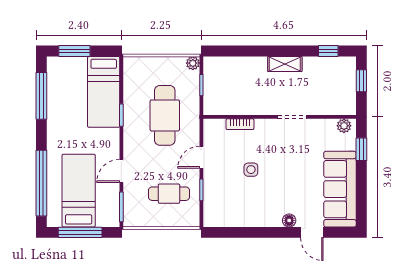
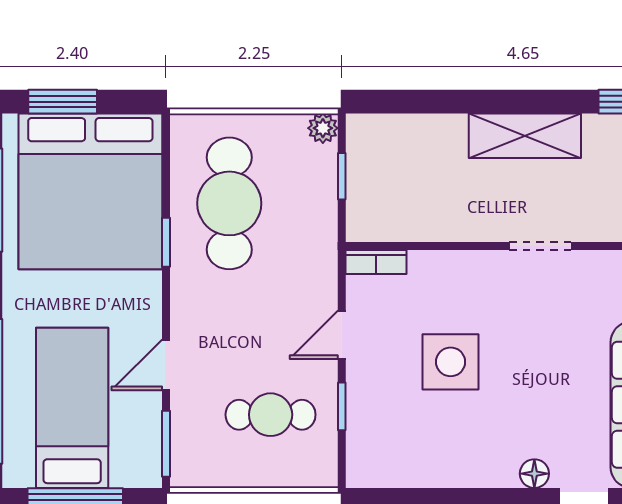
shelving: (285, 64) -> (525, 136), width x1.50, depth x1.33
bed: (104, 92) -> (90, 191), width x2.04
cafe table: (165, 115) -> (229, 203), moved
bookcase: (240, 124) -> (376, 262), moved
side table: (251, 170) -> (451, 362), width x1.87, depth x1.87

